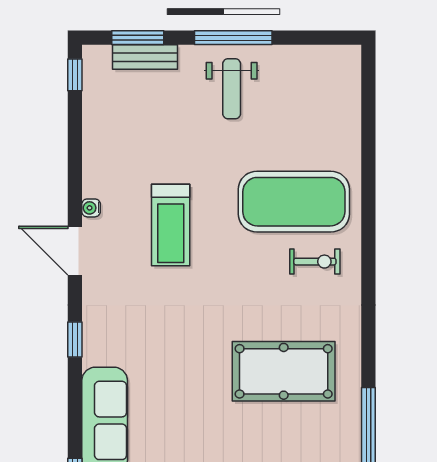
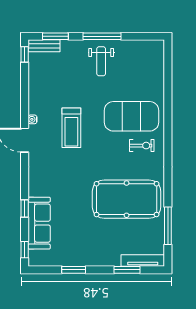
bench: (145, 57) -> (44, 46), moved
window: (75, 339) -> (25, 209), moved
pool table: (284, 371) -> (127, 199), width x1.36, depth x1.32

